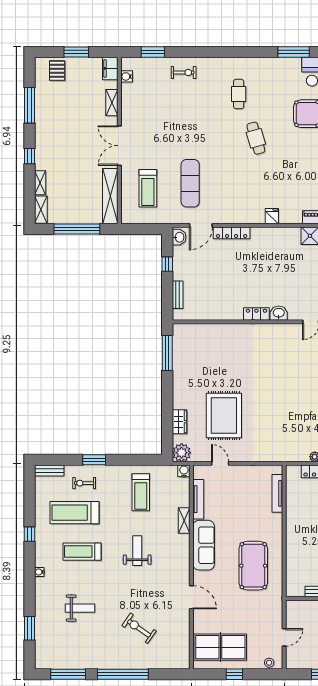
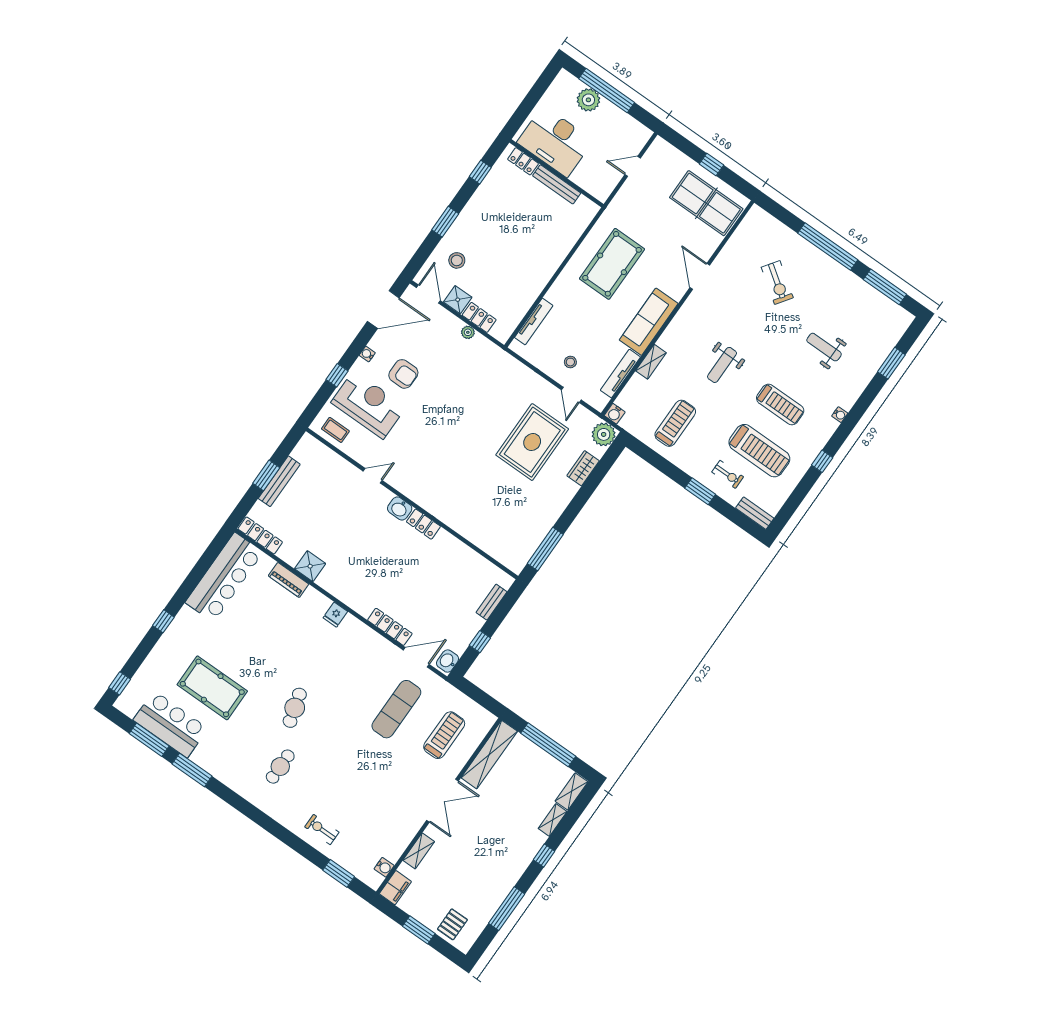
stool: (269, 663) -> (570, 362), moved

